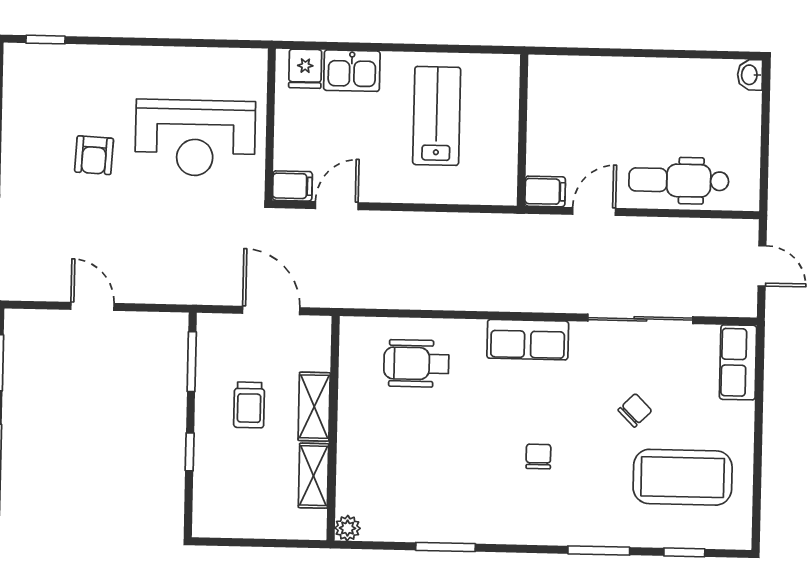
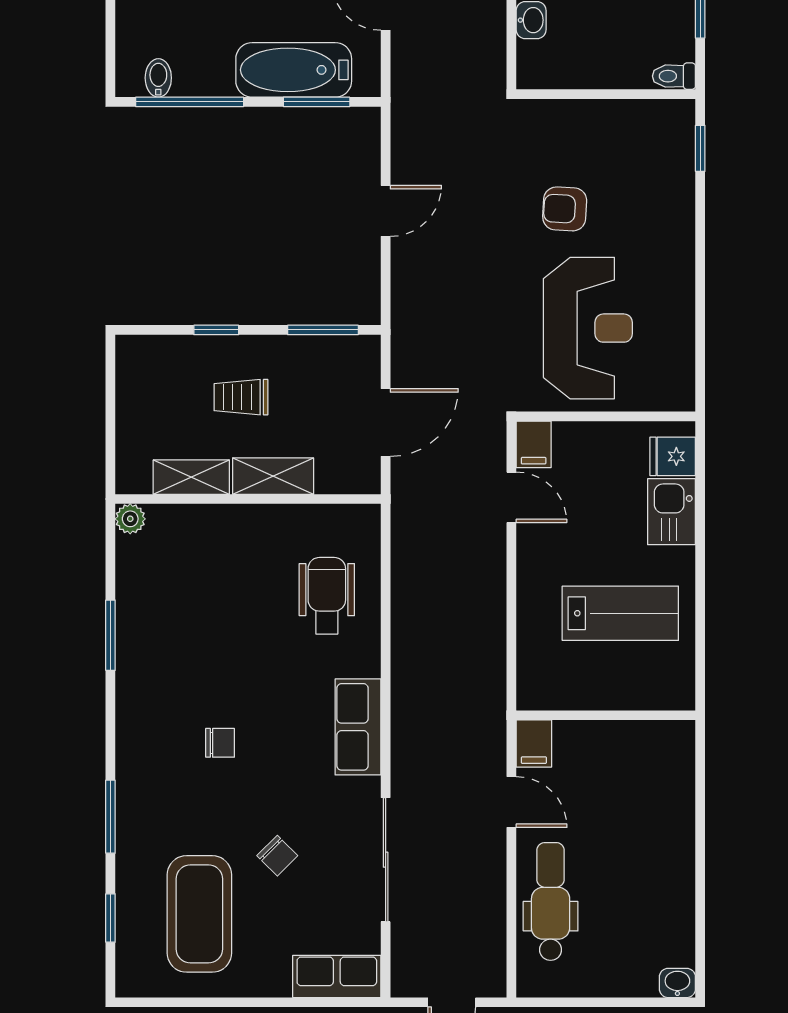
reception desk: (195, 138) -> (588, 328), turned 180
trolley: (249, 405) -> (241, 397), moved

